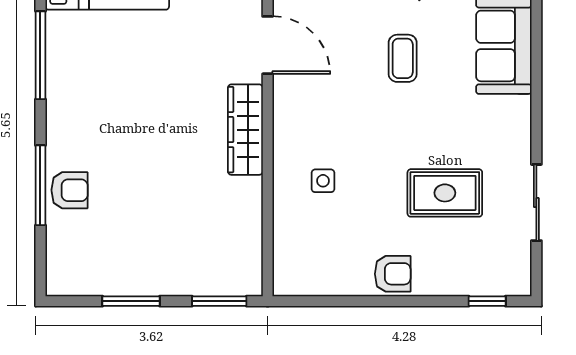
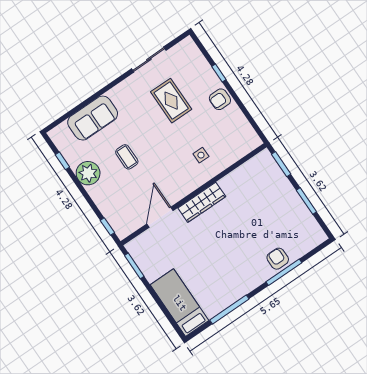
coffee table: (403, 58) -> (127, 157), turned 90
armchair: (393, 274) -> (220, 99), turned -90
window: (487, 301) -> (219, 73), moved

